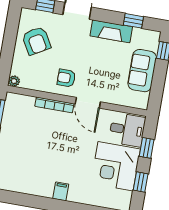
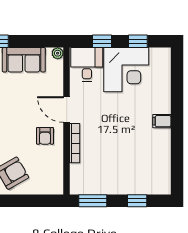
plant: (14, 81) -> (58, 53), moved
door: (88, 103) -> (67, 109), swing flipped

